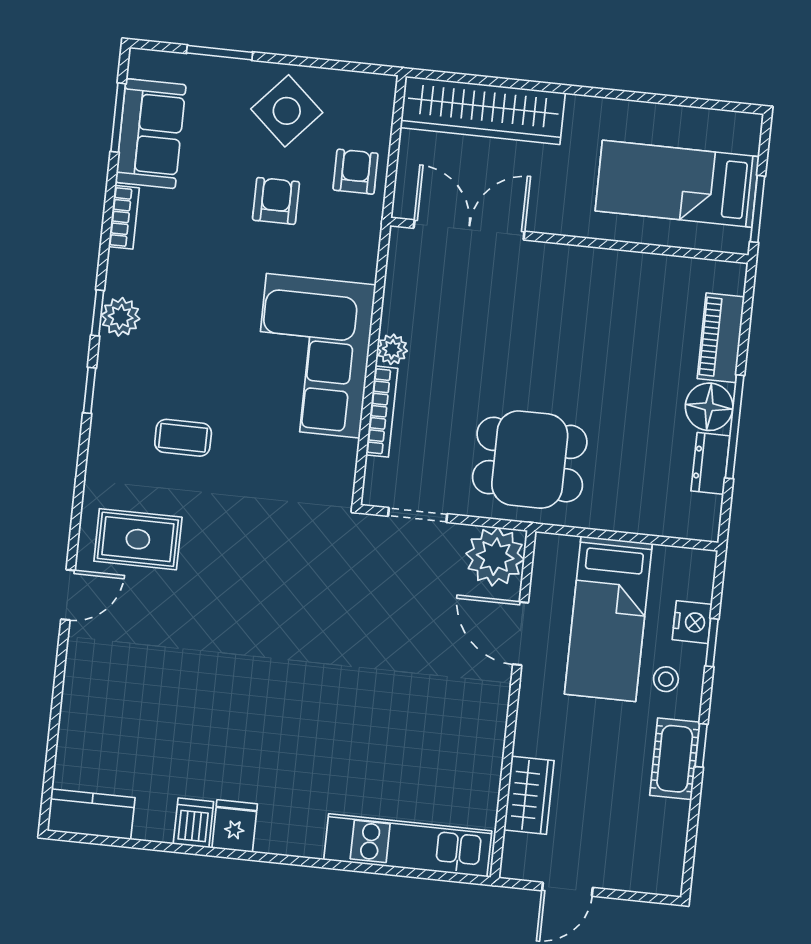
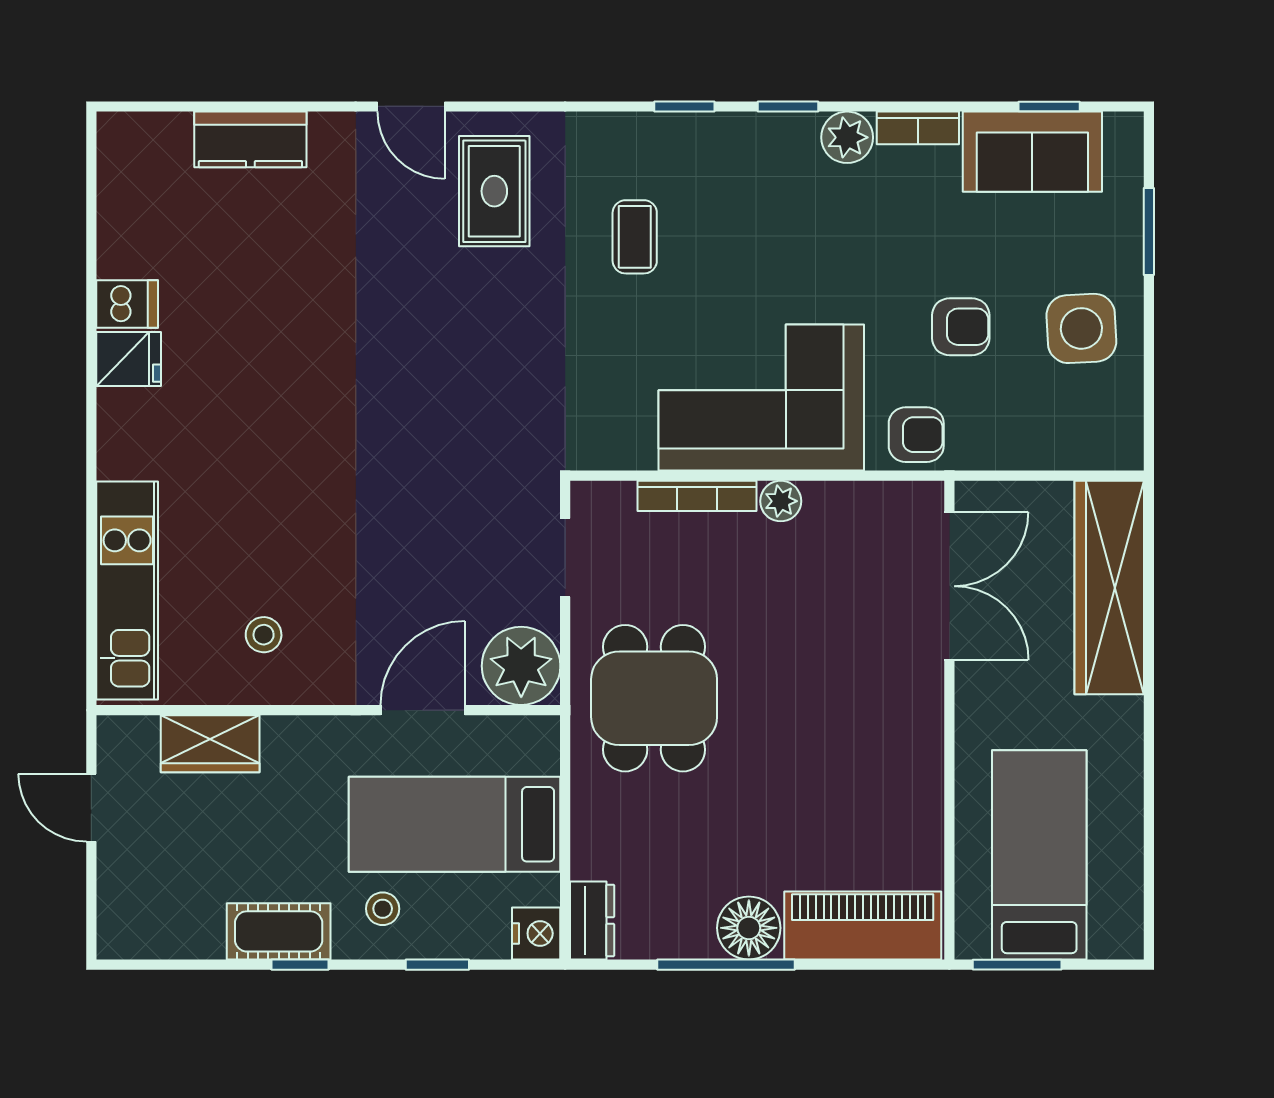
side table: (287, 111) -> (1081, 328), turned 45
window: (118, 118) -> (1049, 106), width x0.67
armchair: (356, 172) -> (916, 435), moved
plant: (121, 317) -> (847, 137), moved
piano: (721, 338) -> (863, 926), width x1.37, depth x1.33
dresser: (710, 463) -> (592, 920), moved, turned 90
nightstand: (692, 622) -> (536, 933), moved, turned -90
stool: (451, 747) -> (264, 635), added
kitchen counter: (91, 814) -> (250, 139), moved, turned 90

